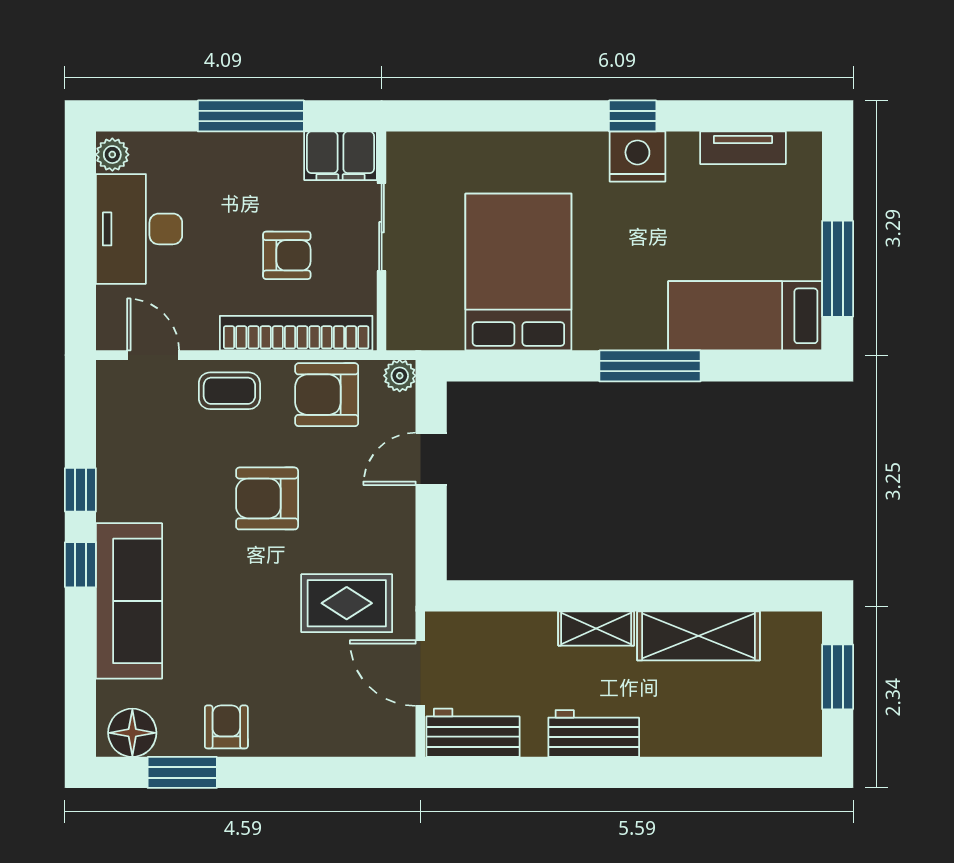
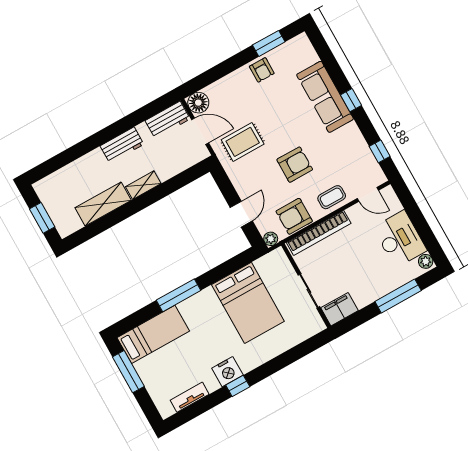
window: (251, 116) -> (398, 296), moved
armchair: (287, 255) -> (339, 260), removed
armchair: (327, 395) -> (294, 216), turned 180
window: (80, 490) -> (380, 151), moved
floor lamp: (132, 733) -> (198, 103), moved

